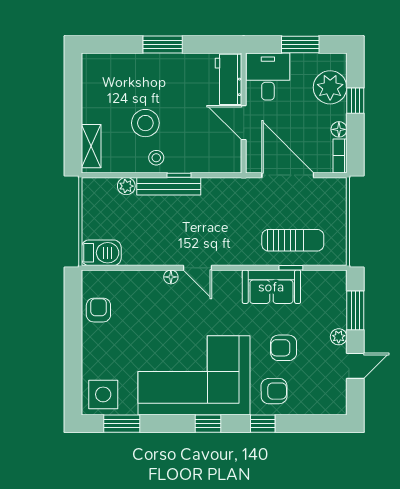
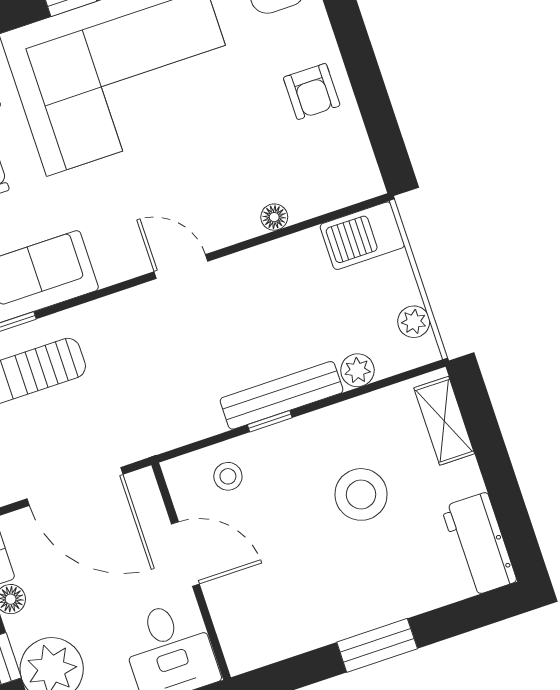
workbench: (228, 79) -> (479, 544), moved, turned 180
stool: (156, 158) -> (228, 476), moved
plant: (90, 201) -> (414, 322), added
floor lamp: (171, 277) -> (274, 217), moved
armchair: (98, 310) -> (312, 91), moved

